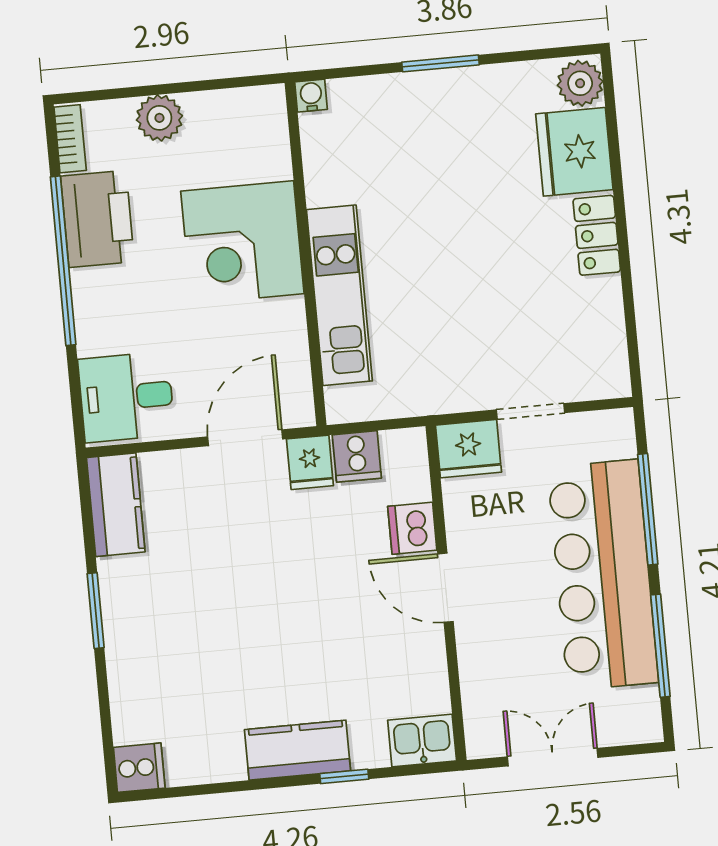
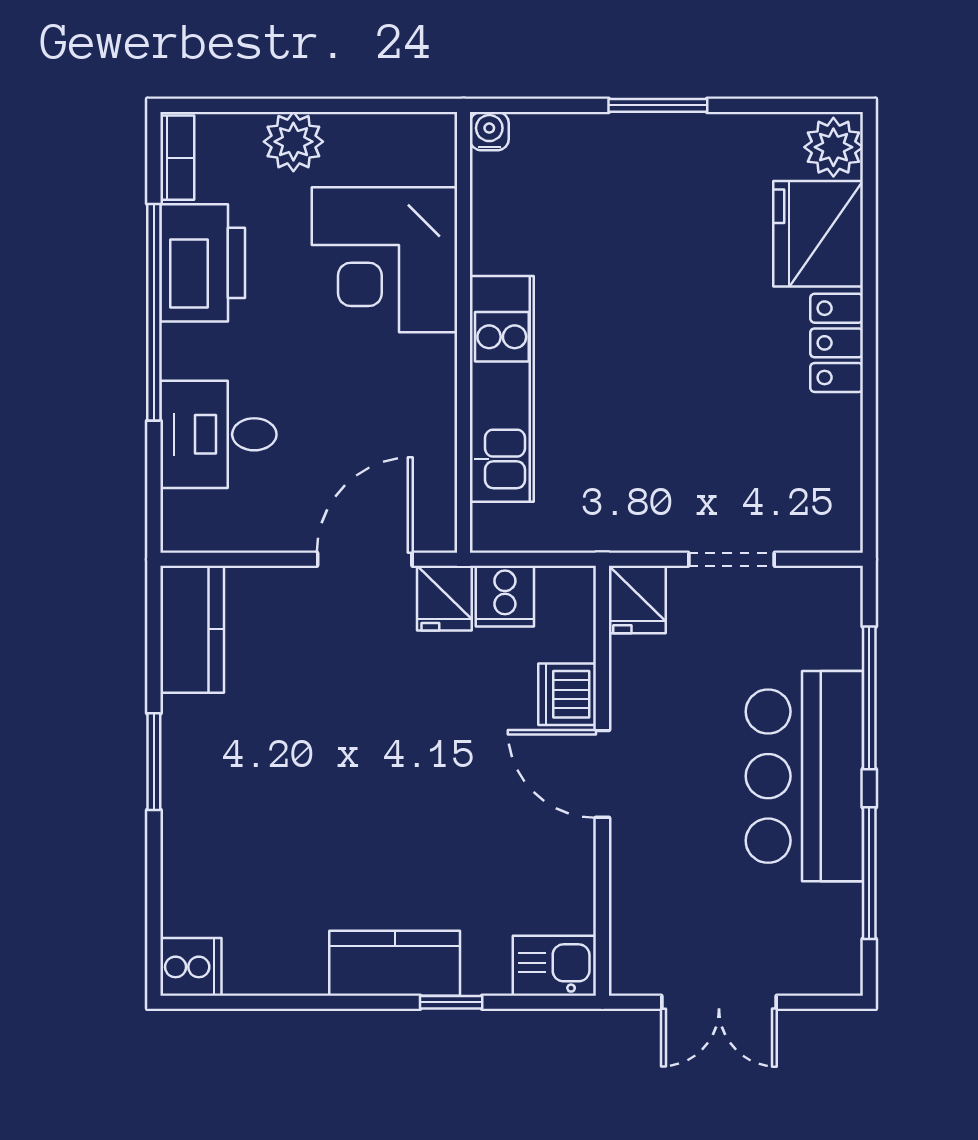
corner desk: (242, 242) -> (385, 260), moved
desk: (126, 397) -> (218, 434), moved
fridge: (468, 449) -> (637, 599), width x0.72
bar counter: (603, 575) -> (804, 776), width x0.73
double door: (553, 757) -> (719, 1002), swing flipped

